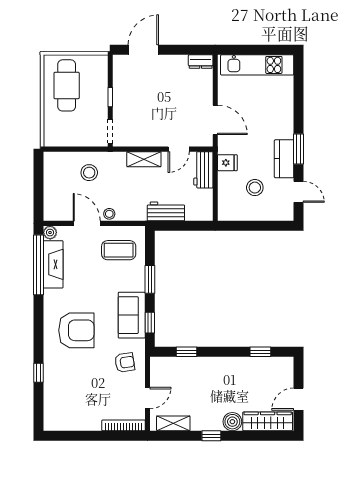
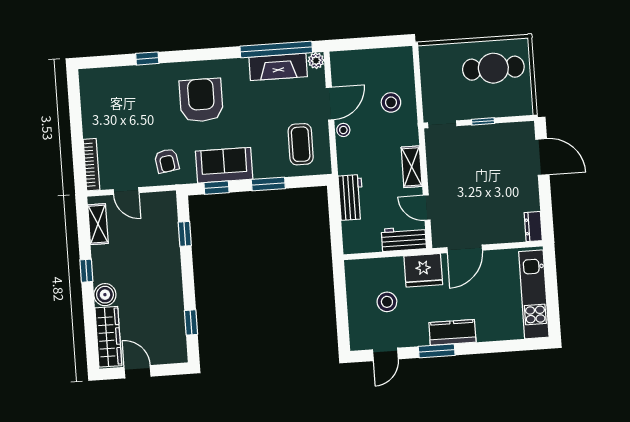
kitchen counter: (284, 159) -> (452, 332), moved
fridge: (227, 163) -> (423, 270), width x1.88, depth x1.34
armchair: (76, 330) -> (201, 100), turned 180

